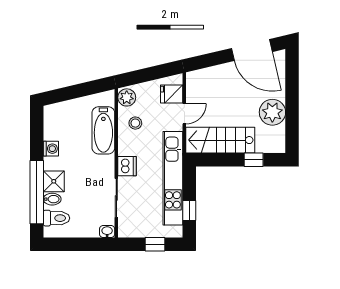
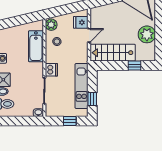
kitchen unit: (173, 178) -> (82, 86), width x0.73

